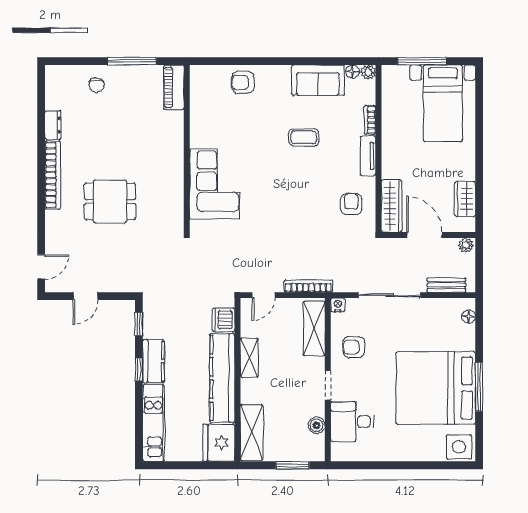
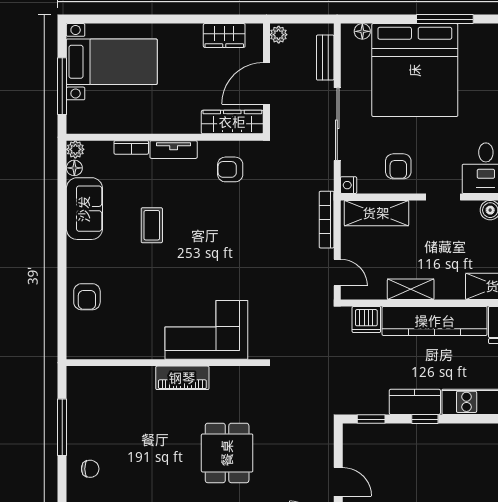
piano: (174, 87) -> (182, 378), moved
bed: (436, 388) -> (415, 70), moved

